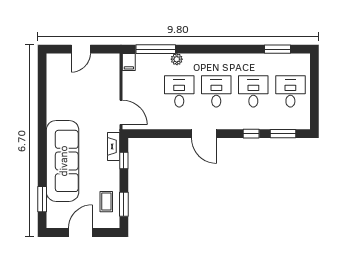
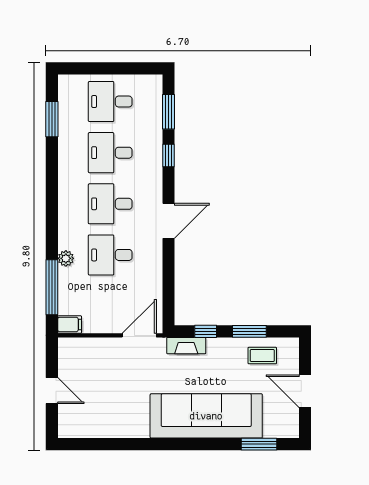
window: (124, 204) -> (249, 331), moved

